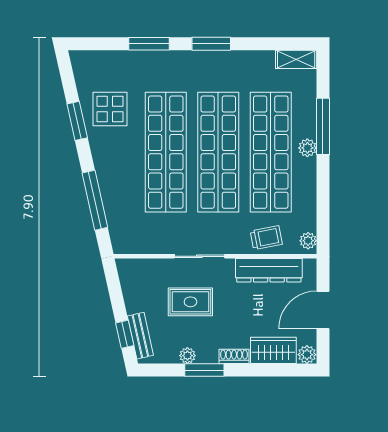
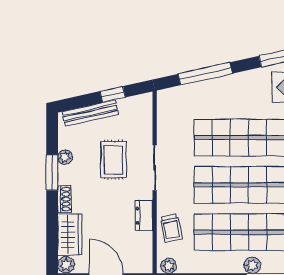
dresser: (269, 270) -> (144, 216), width x0.51, depth x0.80
window: (125, 334) -> (113, 94), moved
bench: (140, 336) -> (90, 113), width x1.36

